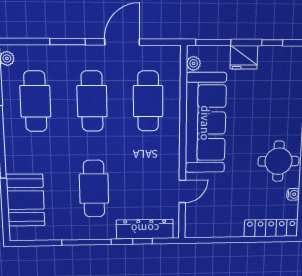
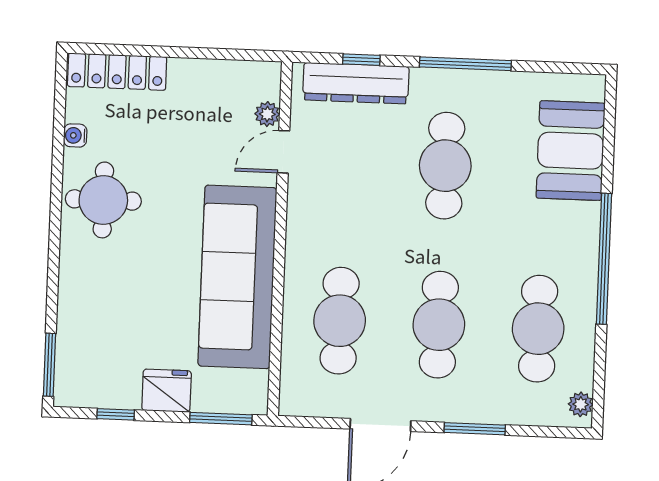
plant: (194, 63) -> (267, 114), moved

